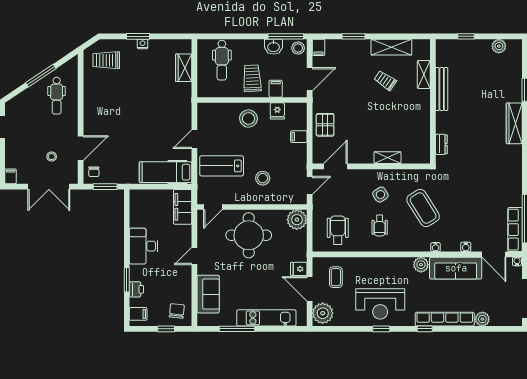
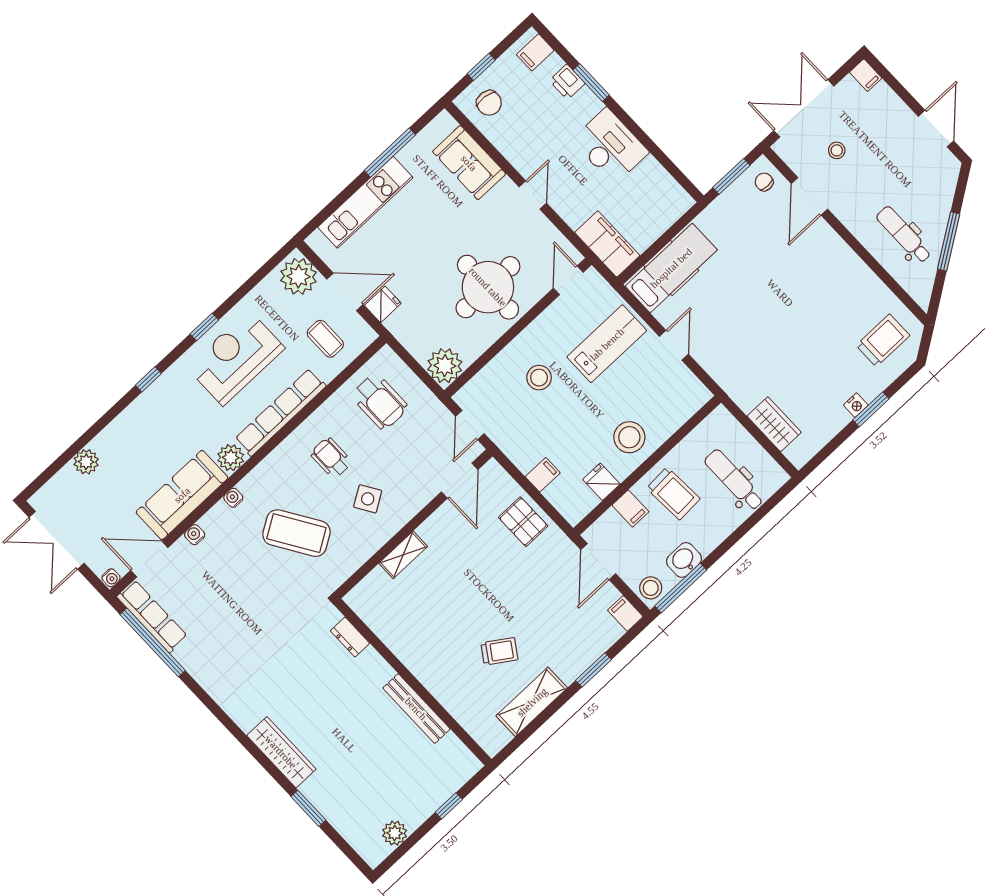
shelving: (424, 74) -> (457, 706), removed
row of seats: (445, 319) -> (280, 412), moved, turned 180

